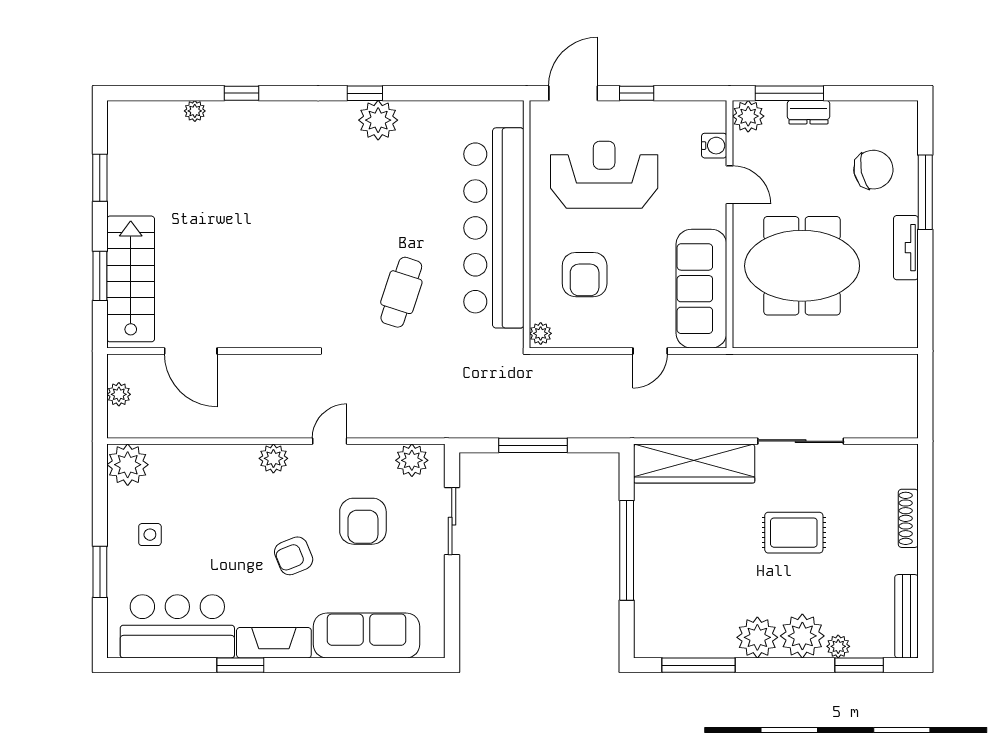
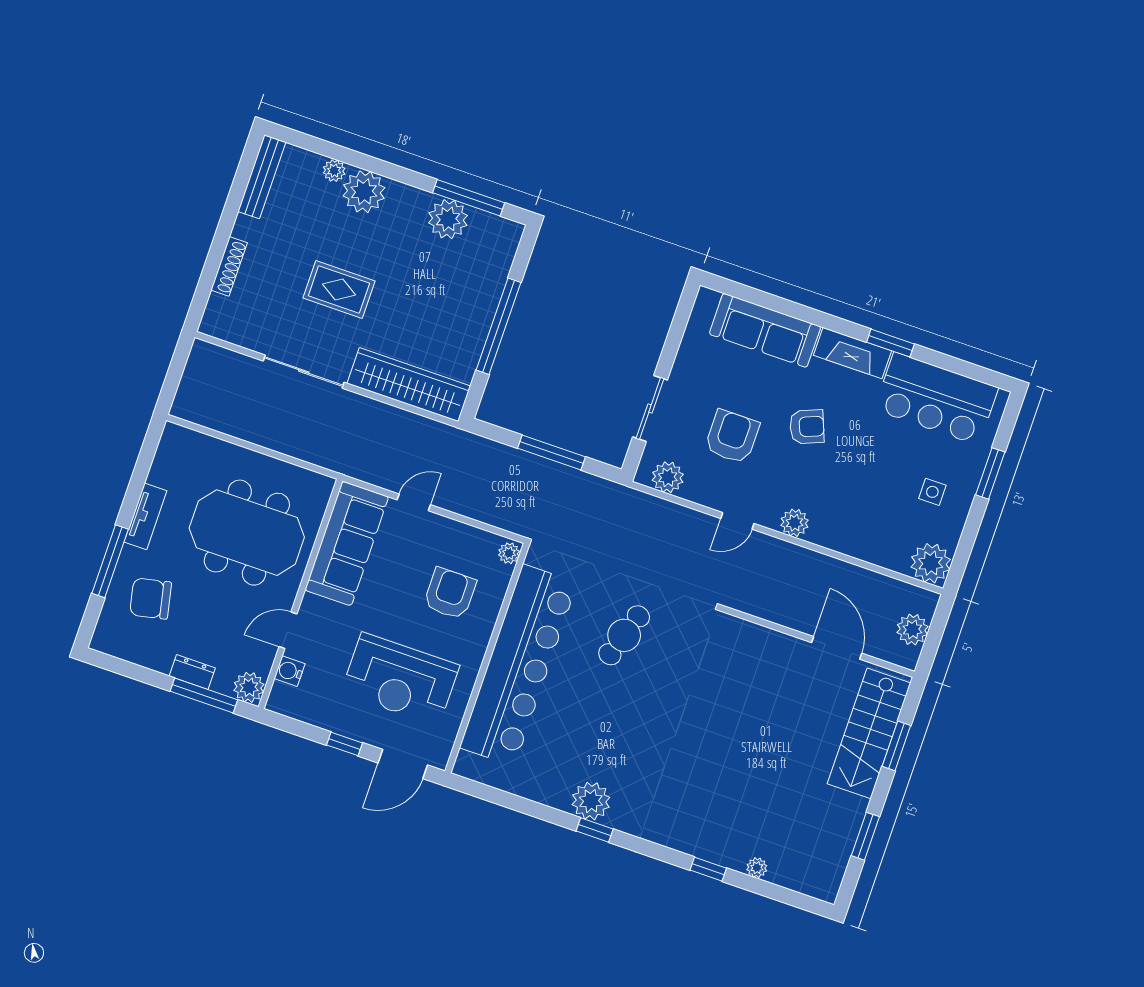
door: (729, 185) -> (288, 630), hinge flipped
plant: (119, 394) -> (912, 629), width x1.38, depth x1.38
plant: (757, 637) -> (448, 219), moved
window: (859, 665) -> (321, 147), removed

